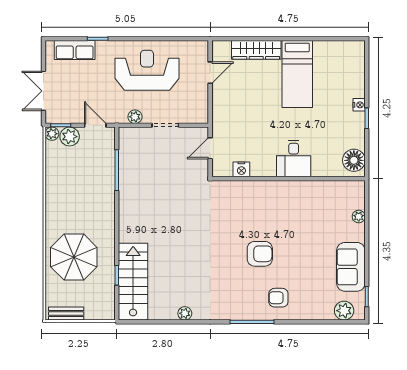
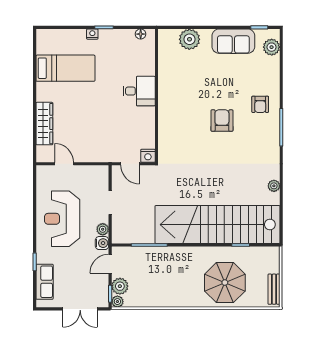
bed: (297, 74) -> (65, 68), moved
water cooler: (119, 116) -> (102, 243), added
floor lamp: (354, 160) -> (141, 34), width x0.53, depth x0.53
nightstand: (241, 169) -> (148, 156), moved, turned 90
plant: (359, 216) -> (189, 39), width x1.87, depth x1.87
stairs: (133, 282) -> (217, 225), width x1.86, depth x1.51

